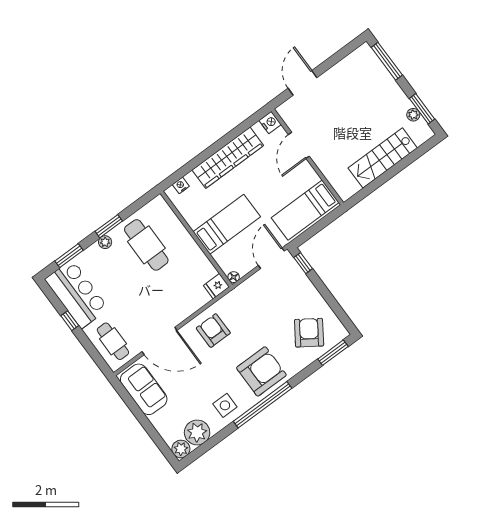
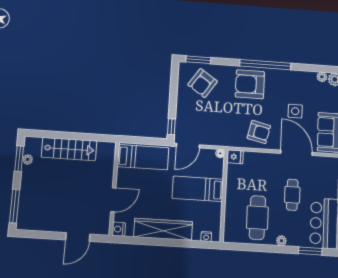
window: (109, 226) -> (271, 249), removed
armchair: (213, 331) -> (259, 132), turned -77
cafe table: (113, 341) -> (292, 195), moved
side table: (225, 405) -> (295, 111), moved
plant: (197, 432) -> (322, 77), width x0.53, depth x0.53

